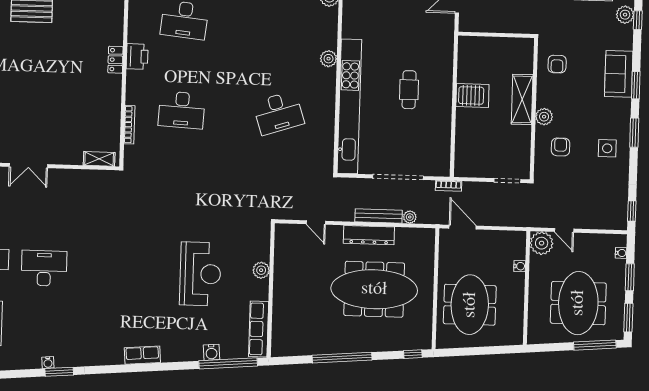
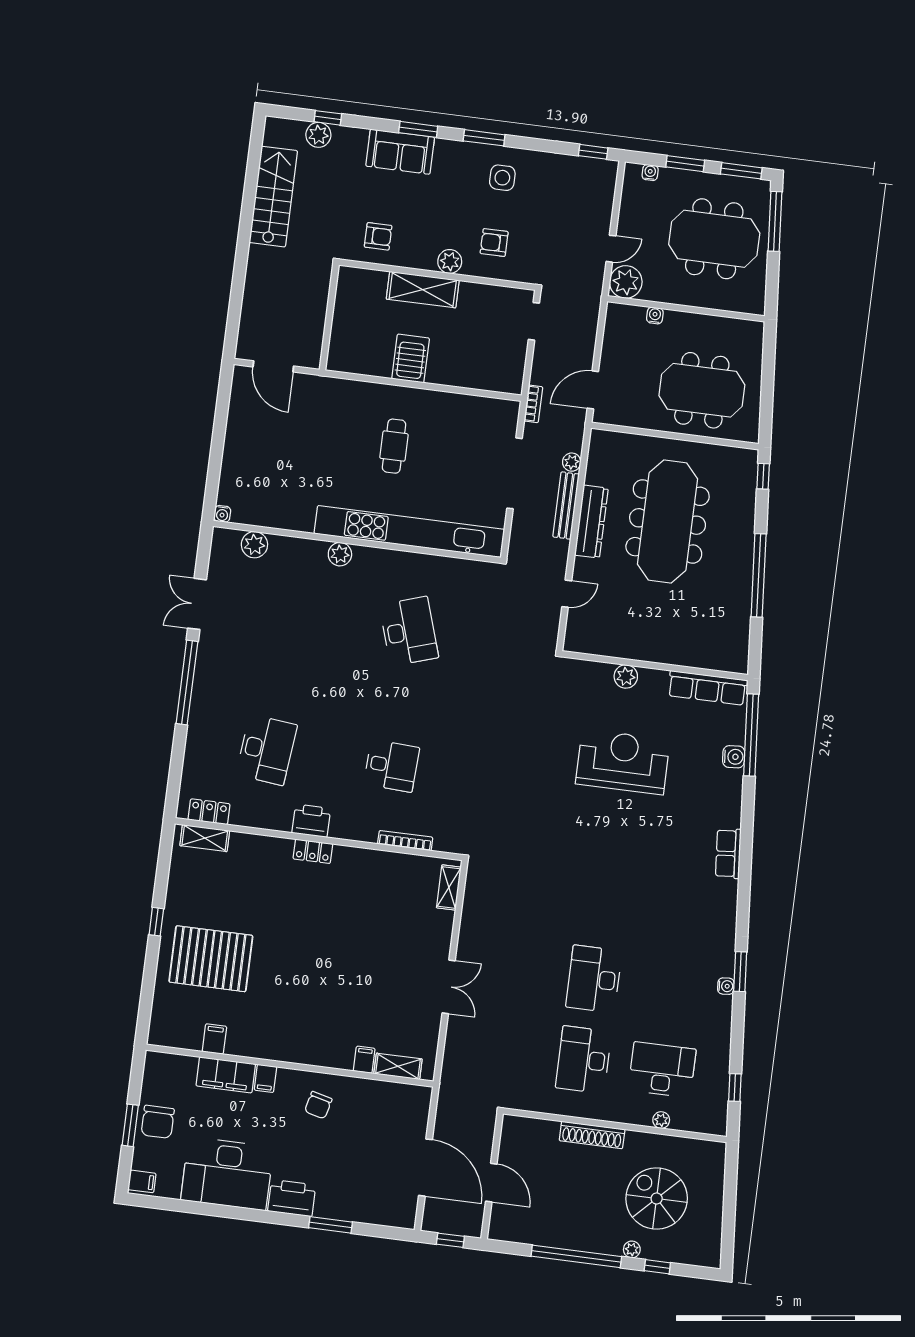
cafe table: (409, 90) -> (394, 446), turned 90
desk: (182, 110) -> (392, 766), width x0.73

